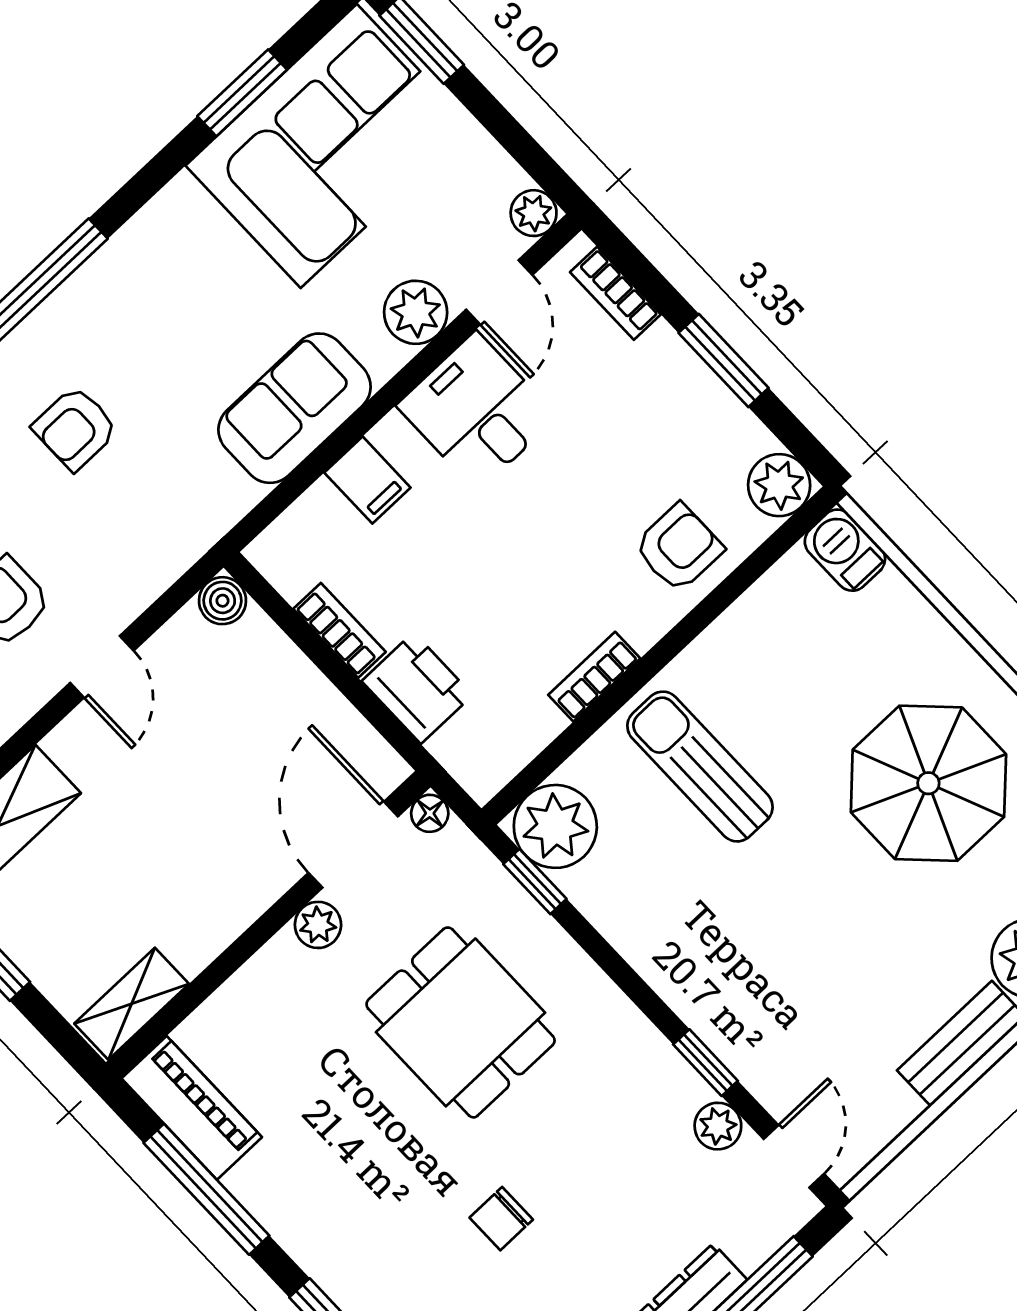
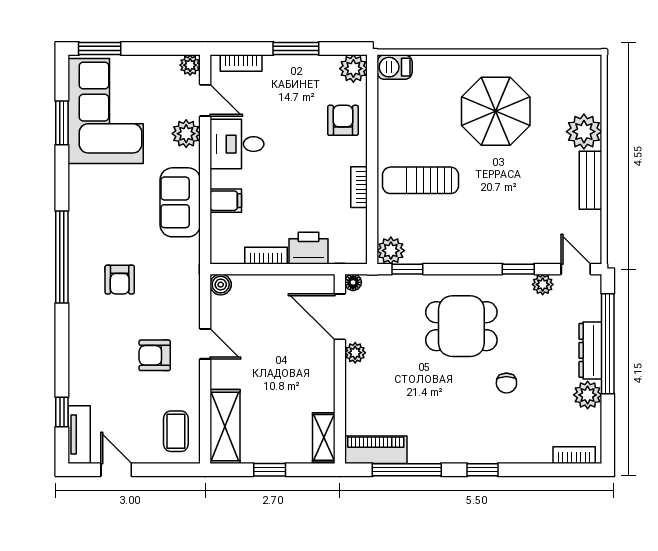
plant: (555, 826) -> (391, 251), width x0.73, depth x0.73
dining table: (461, 1022) -> (461, 326), moved

